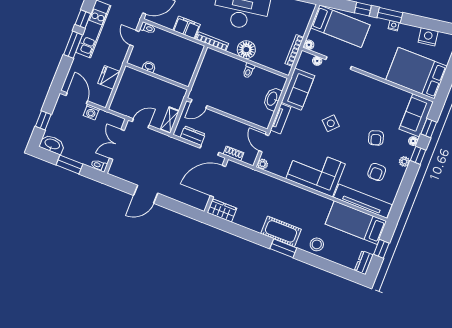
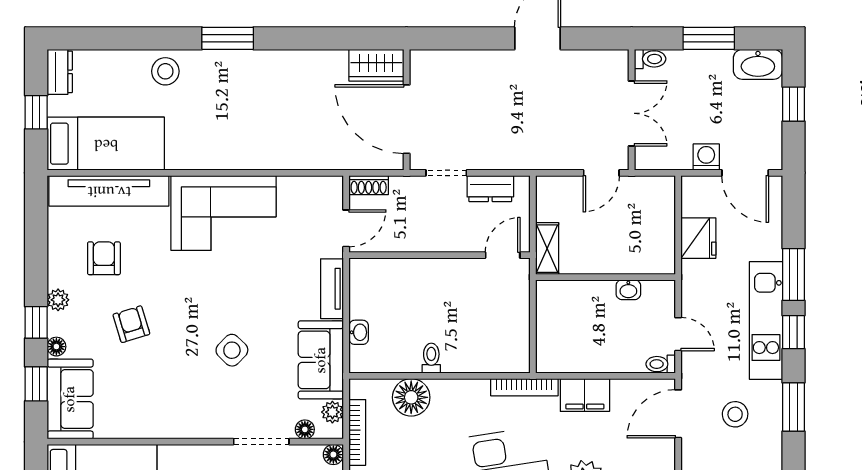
floor lamp: (246, 50) -> (411, 397), moved
washbasin: (272, 99) -> (359, 332), width x0.52, depth x0.69
shelving: (170, 120) -> (547, 249), moved
side table: (331, 123) -> (232, 350), moved
door: (264, 143) -> (346, 228), hinge flipped
shoe rack: (234, 153) -> (369, 185), moved
plant: (263, 164) -> (332, 412), moved
door: (218, 181) -> (407, 119), swing flipped
cot: (281, 231) -> (245, 69), removed

